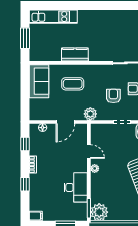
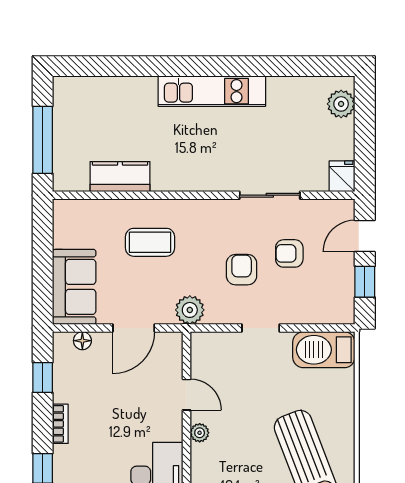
kitchen unit: (53, 17) -> (212, 91), moved
window: (25, 38) -> (43, 140), width x1.44
kitchen counter: (75, 55) -> (120, 177), moved
sofa: (39, 81) -> (74, 287), moved

